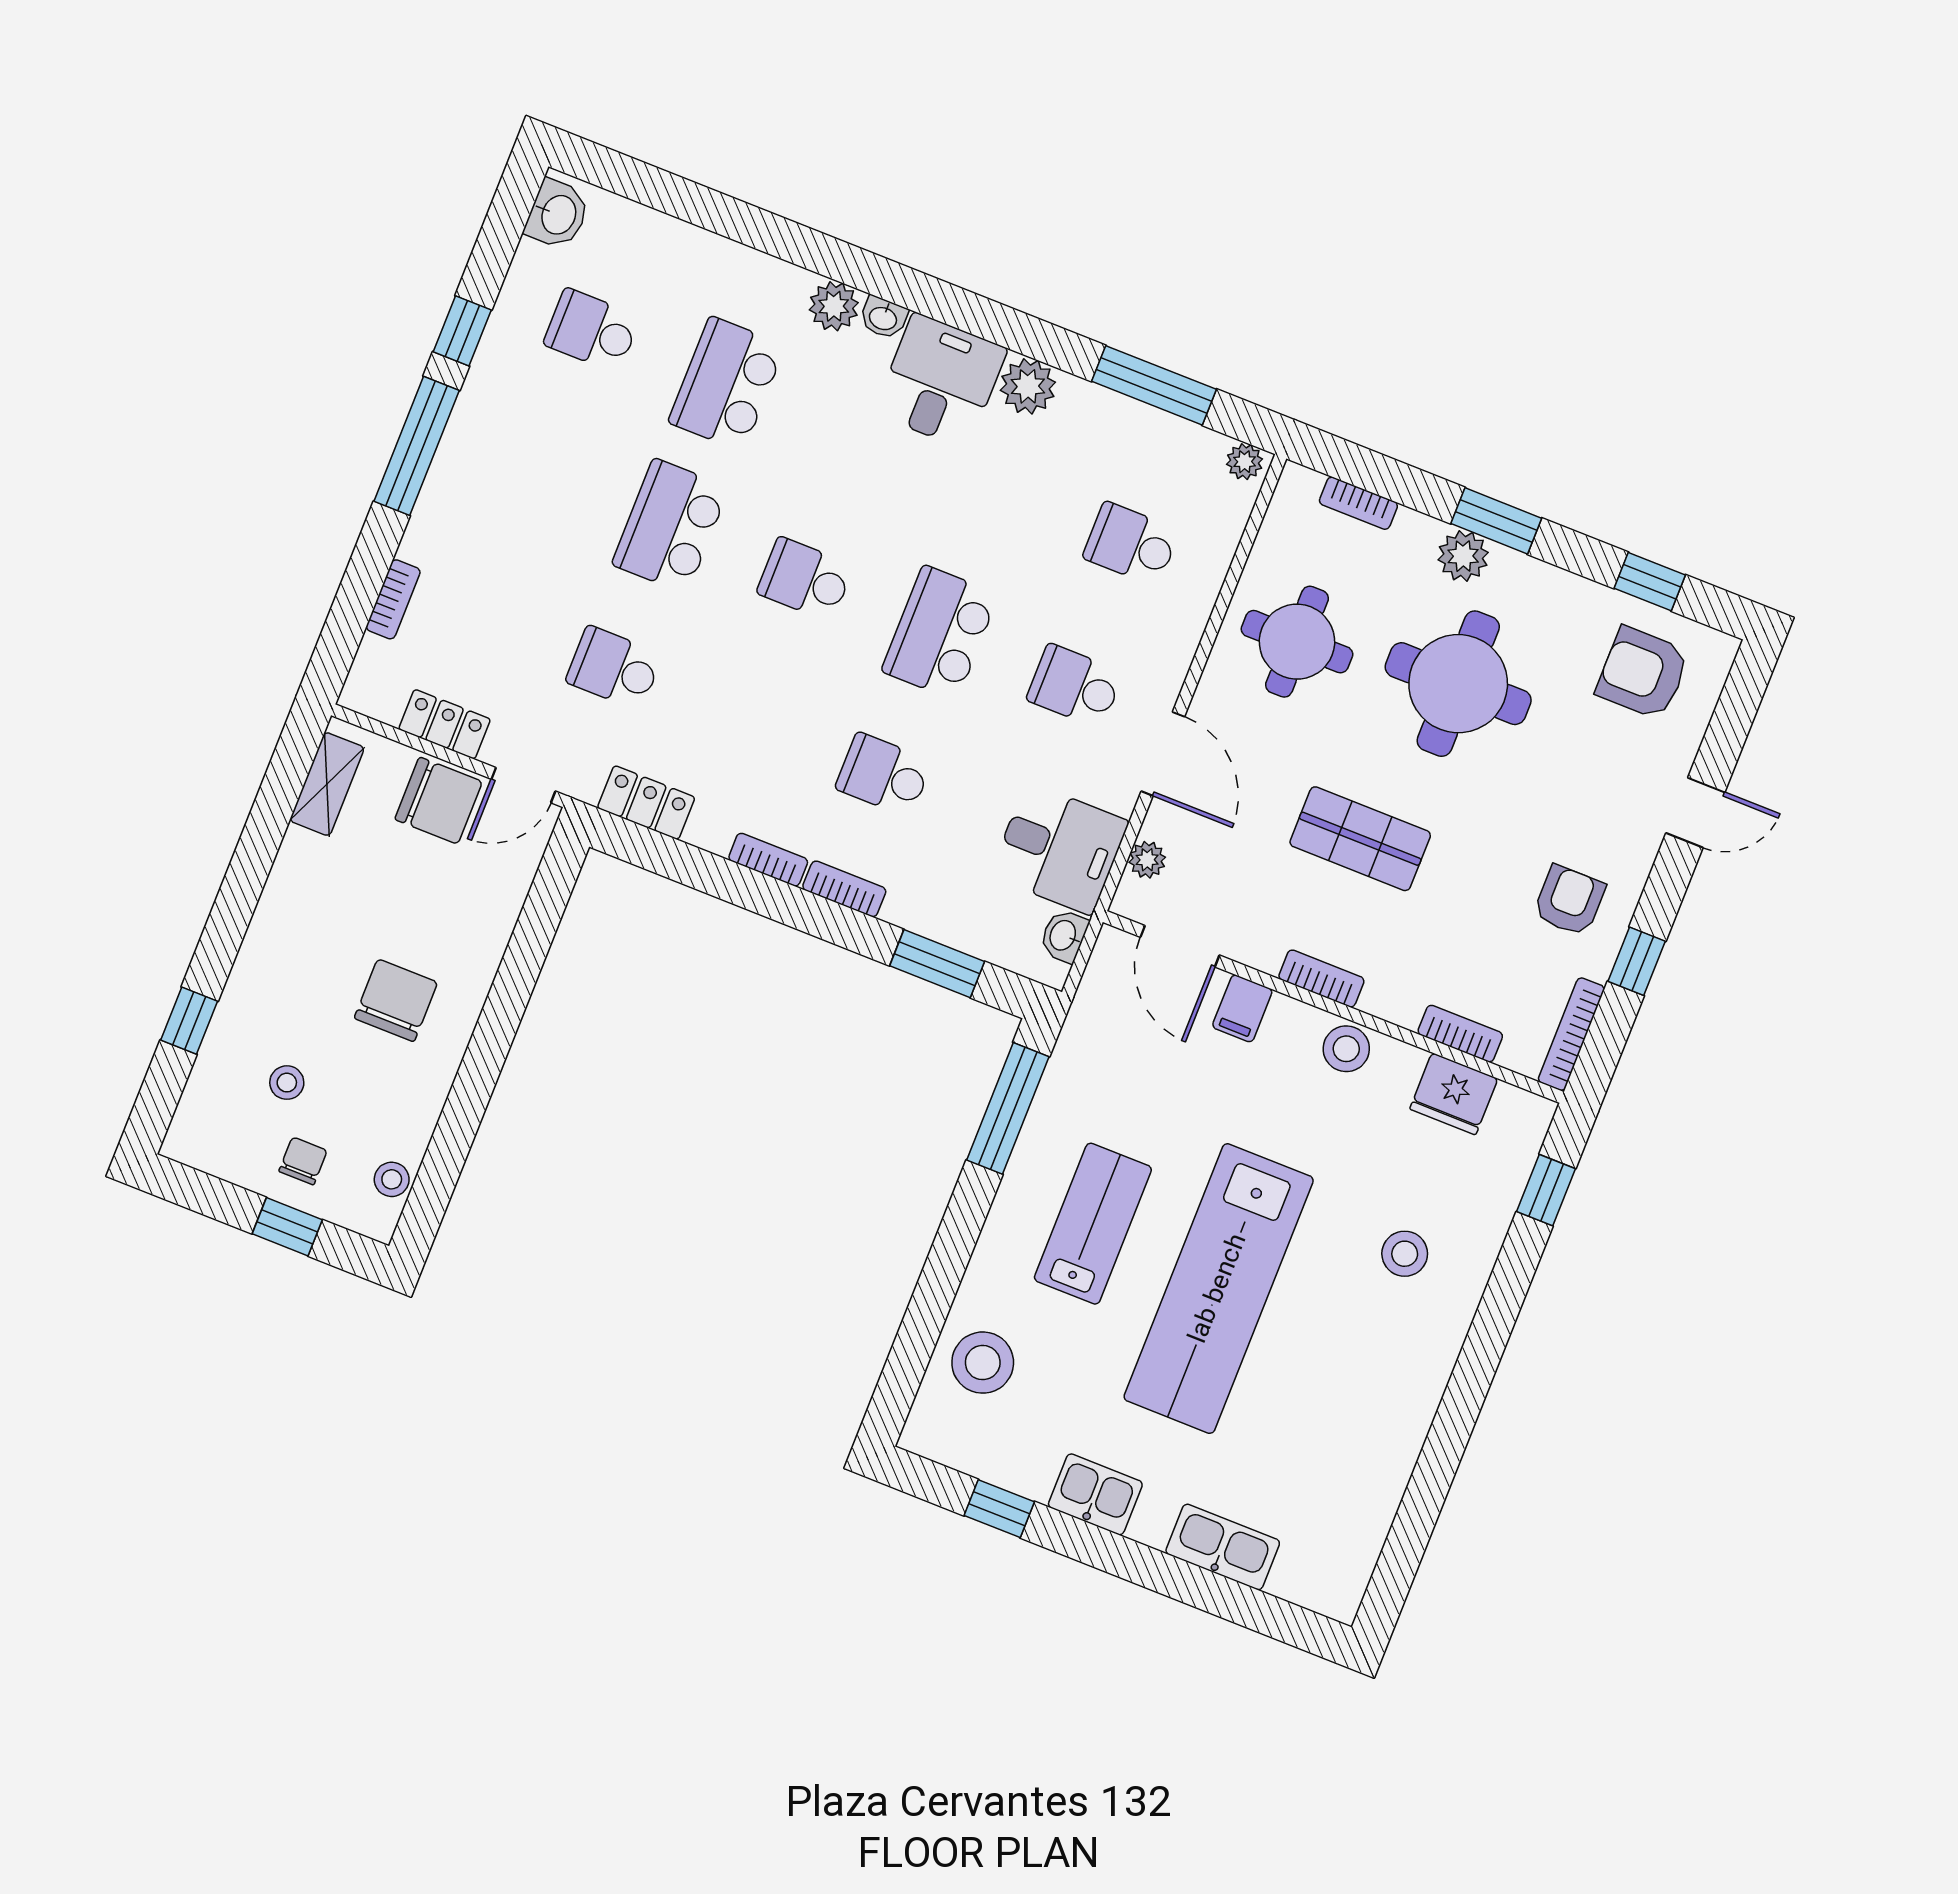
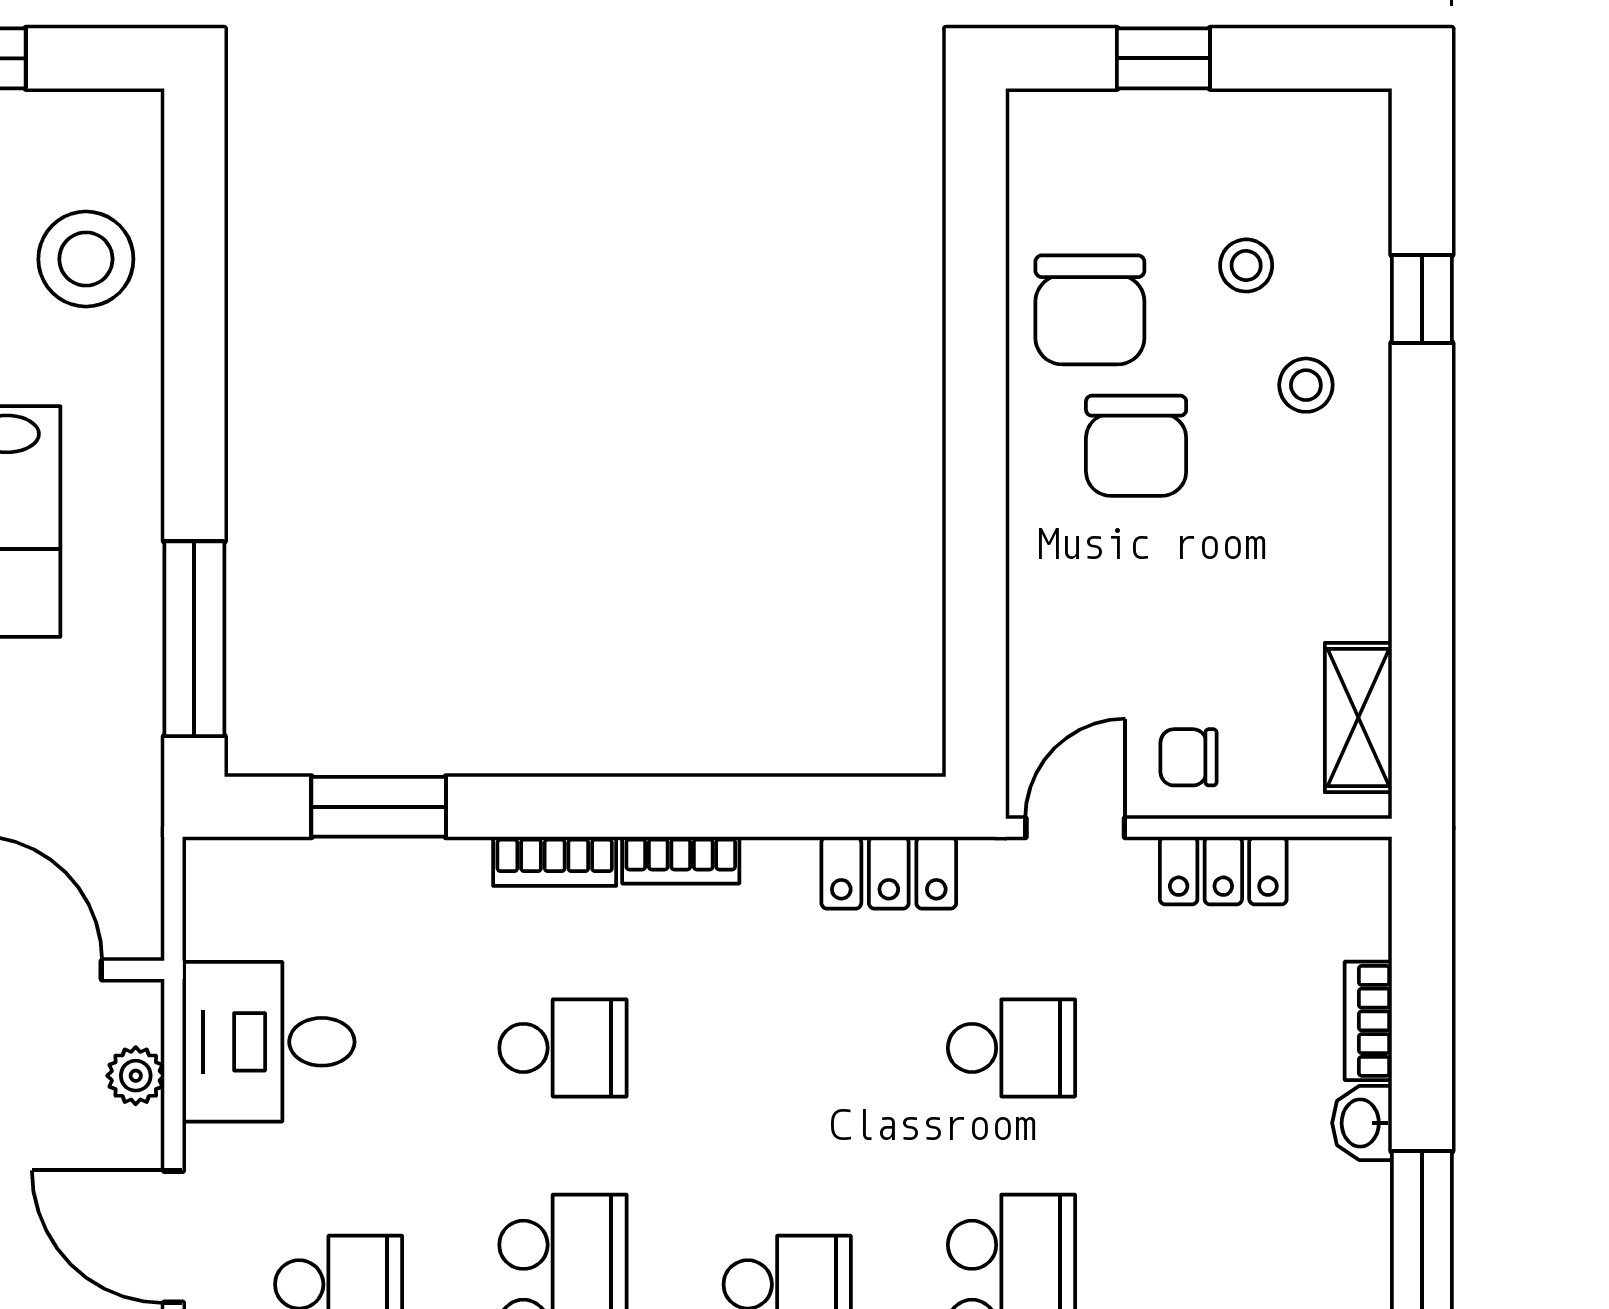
chair: (439, 801) -> (1188, 757), width x0.54, depth x0.54
washbasin: (1064, 936) -> (1362, 1123), moved, turned 180
chair: (303, 1161) -> (1090, 310), moved, width x1.87, depth x1.87
stool: (392, 1179) -> (1306, 385), moved

